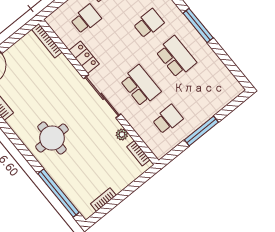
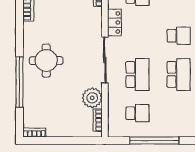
window: (201, 131) -> (154, 141), width x1.46
plant: (122, 135) -> (92, 98), width x1.88, depth x1.88
window: (58, 193) -> (19, 82), moved
bookcase: (103, 200) -> (34, 133), moved

